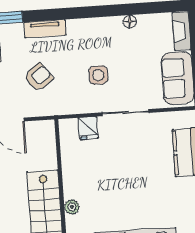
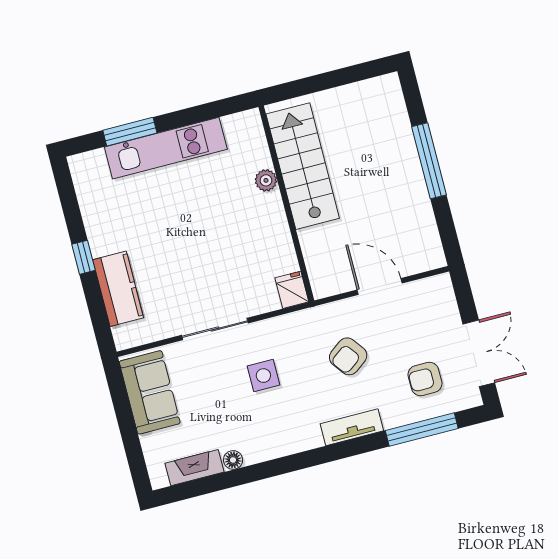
fireplace: (181, 31) -> (194, 468), moved, turned -90
fridge: (88, 128) -> (292, 290), moved

